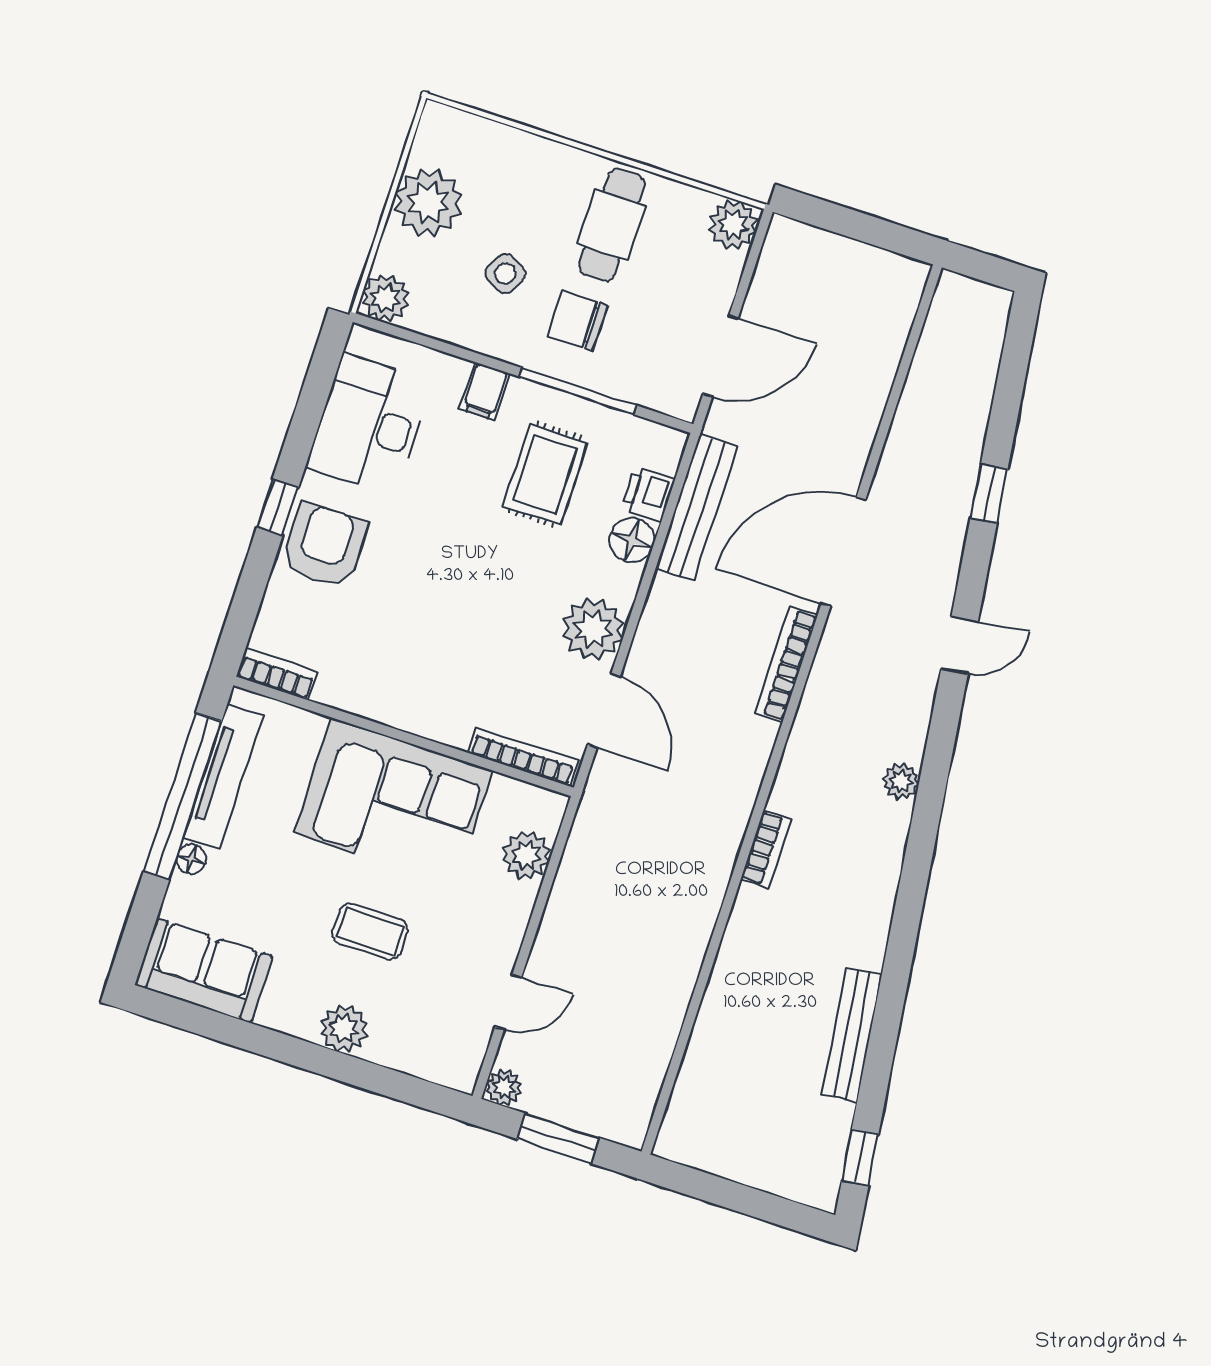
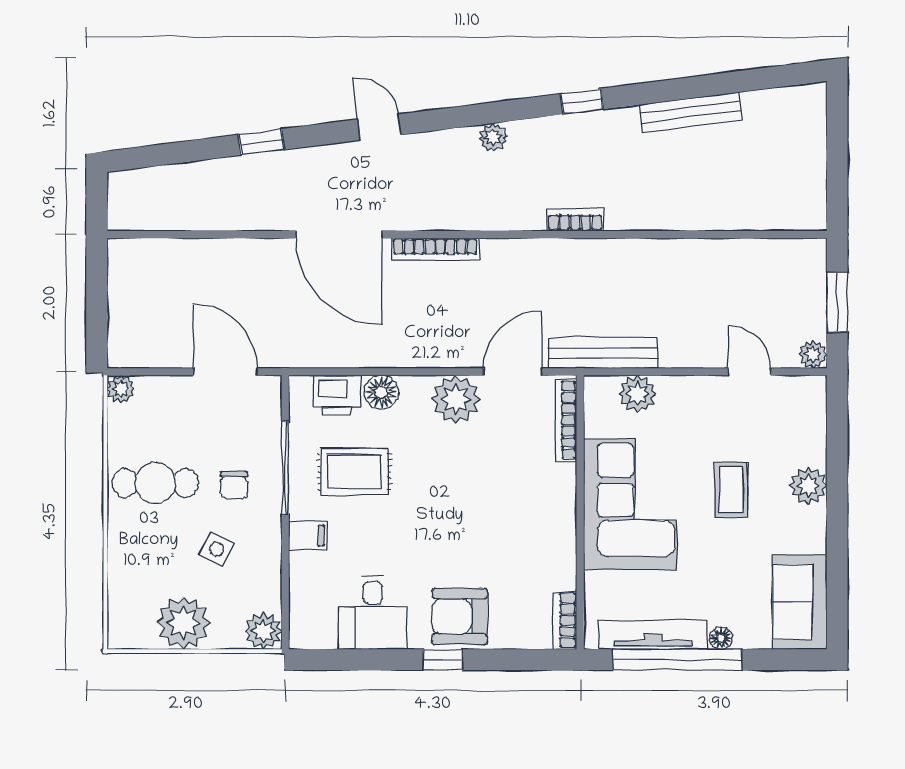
plant: (733, 225) -> (121, 389), width x0.73, depth x0.73
chair: (577, 321) -> (234, 485), width x0.73, depth x0.73
desk: (369, 424) -> (373, 613), width x0.73
printer: (648, 494) -> (337, 395), width x1.36, depth x1.24
bench: (696, 507) -> (603, 353), moved
window: (860, 1157) -> (582, 101), moved

